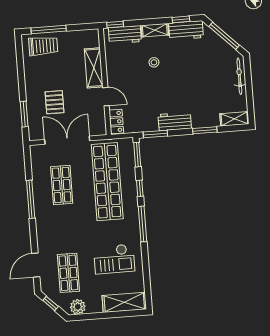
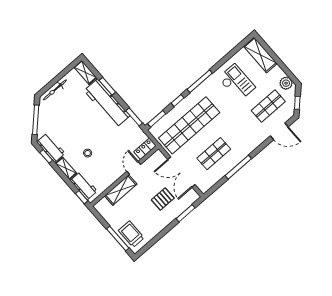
workbench: (175, 121) -> (107, 103), width x1.88, depth x1.32

